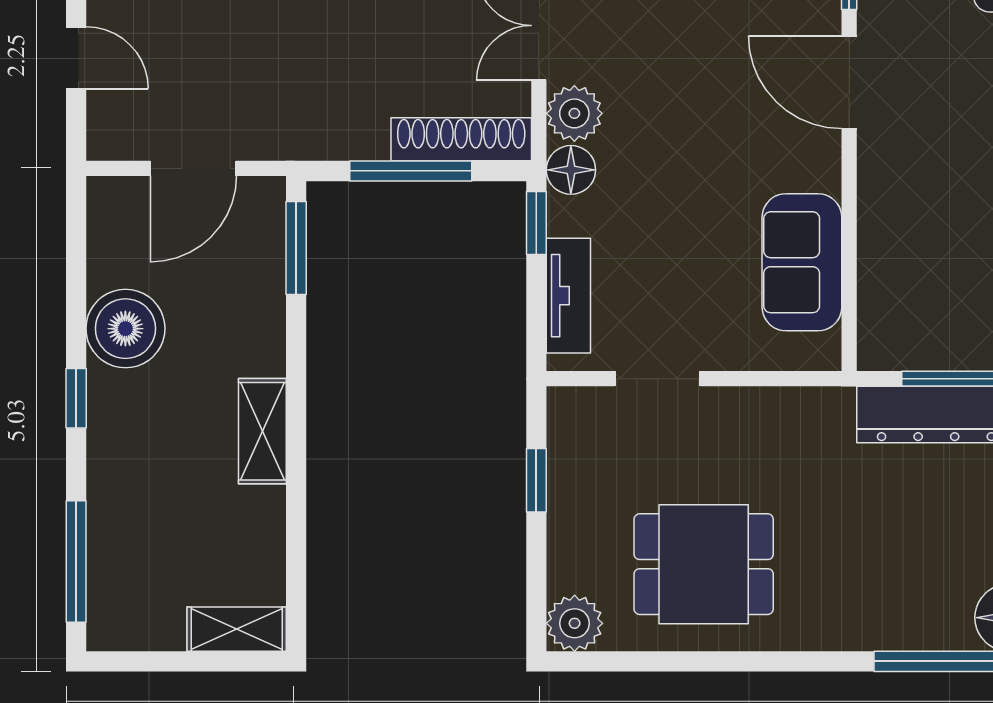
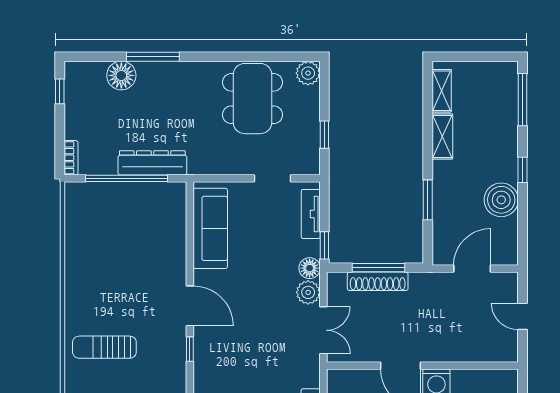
shoe rack: (461, 139) -> (378, 281), moved
window: (296, 248) -> (428, 200), moved
sofa: (802, 262) -> (210, 228), width x1.36
shelving: (262, 431) -> (442, 136), moved
dining table: (704, 564) -> (253, 99), width x1.38
shelving: (237, 629) -> (442, 91), moved, turned 90

